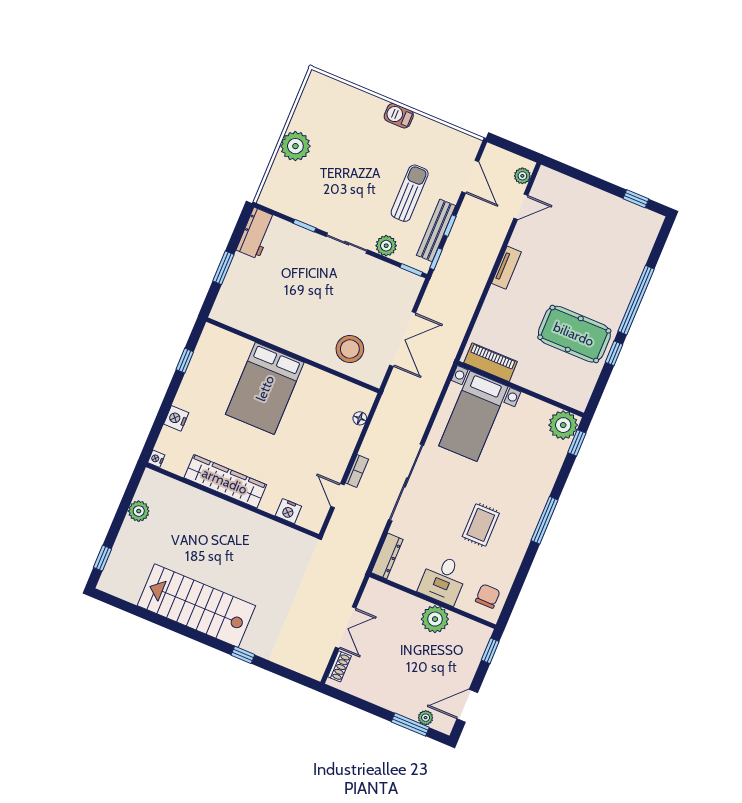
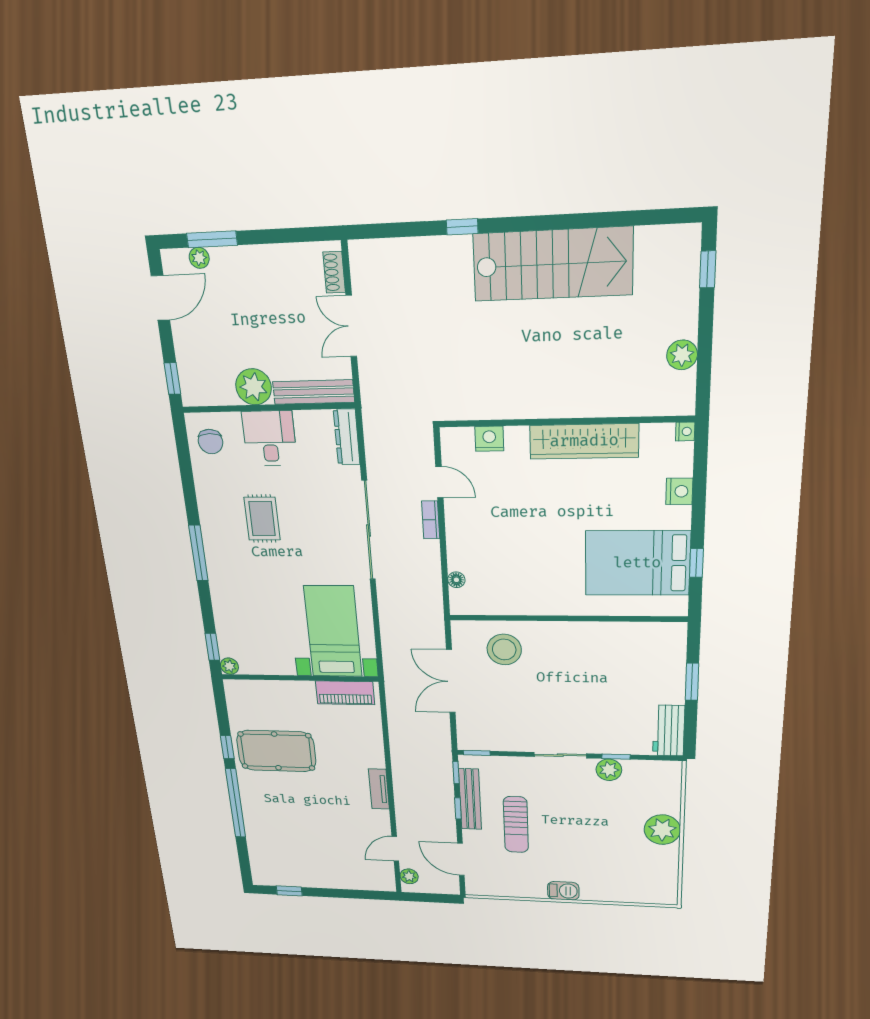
plant: (386, 246) -> (609, 770), moved
bed: (265, 388) -> (637, 563), moved, turned -90
plant: (563, 425) -> (229, 666), width x0.53, depth x0.53
bench: (394, 597) -> (314, 392), added

